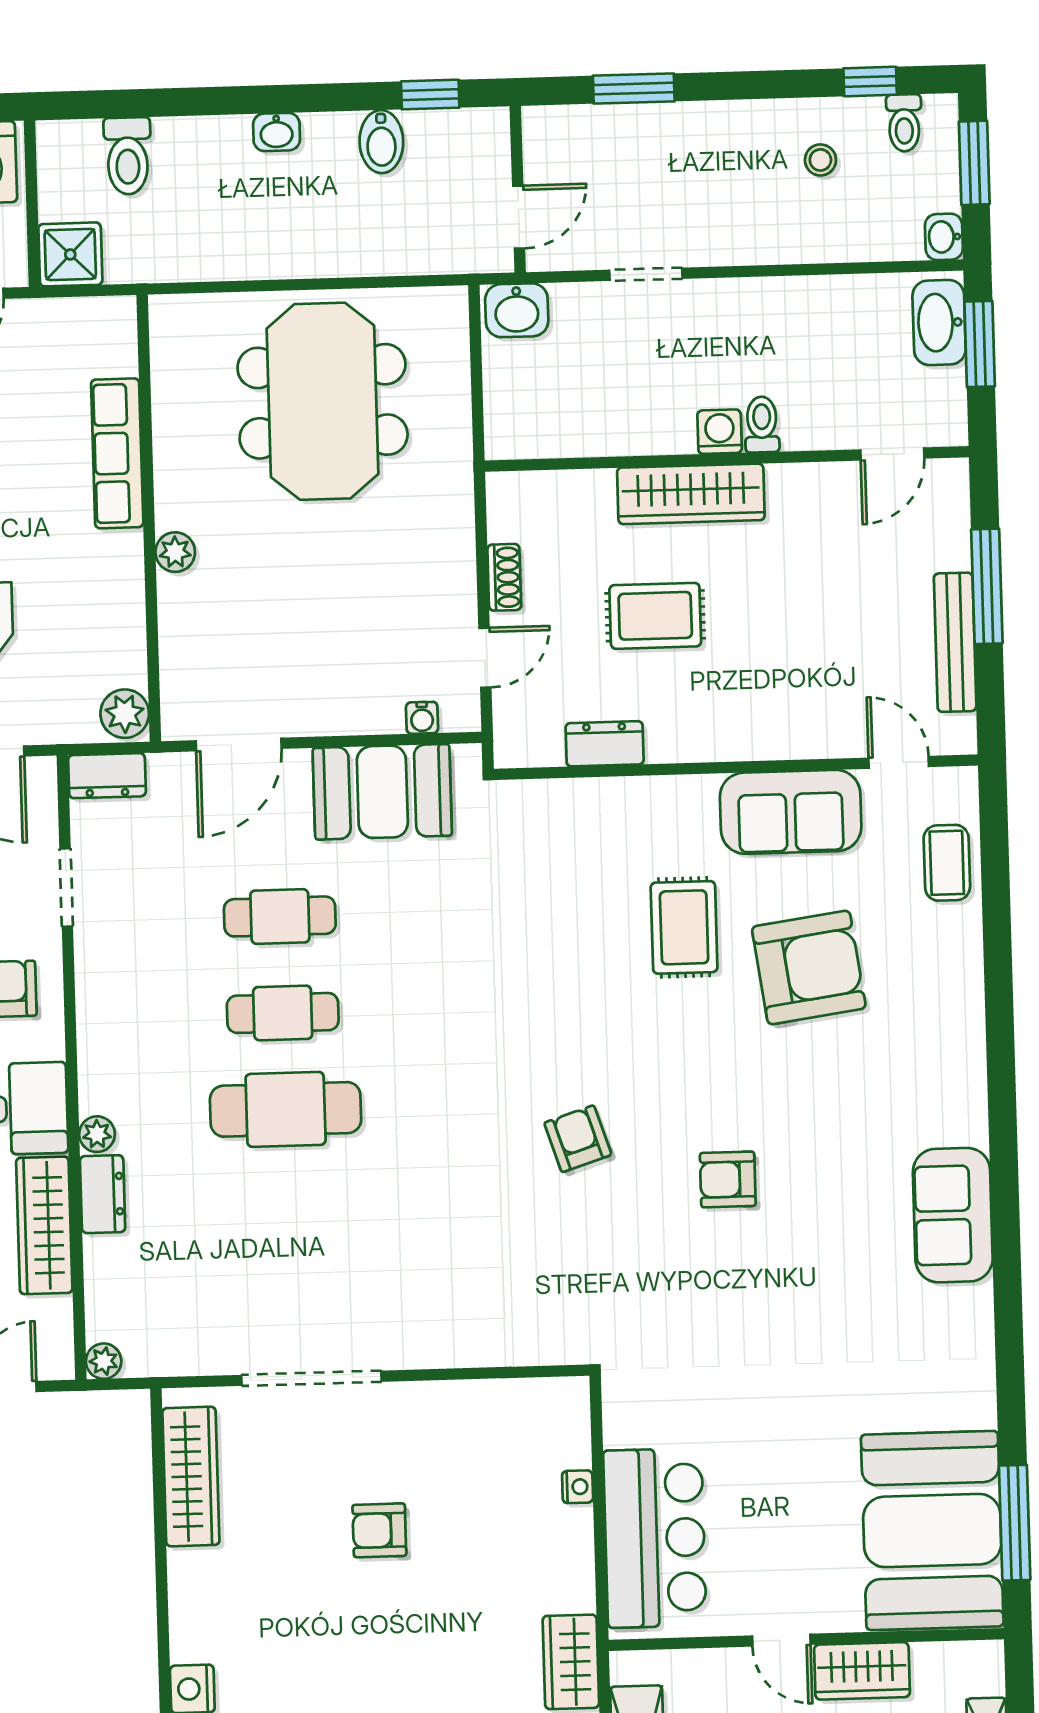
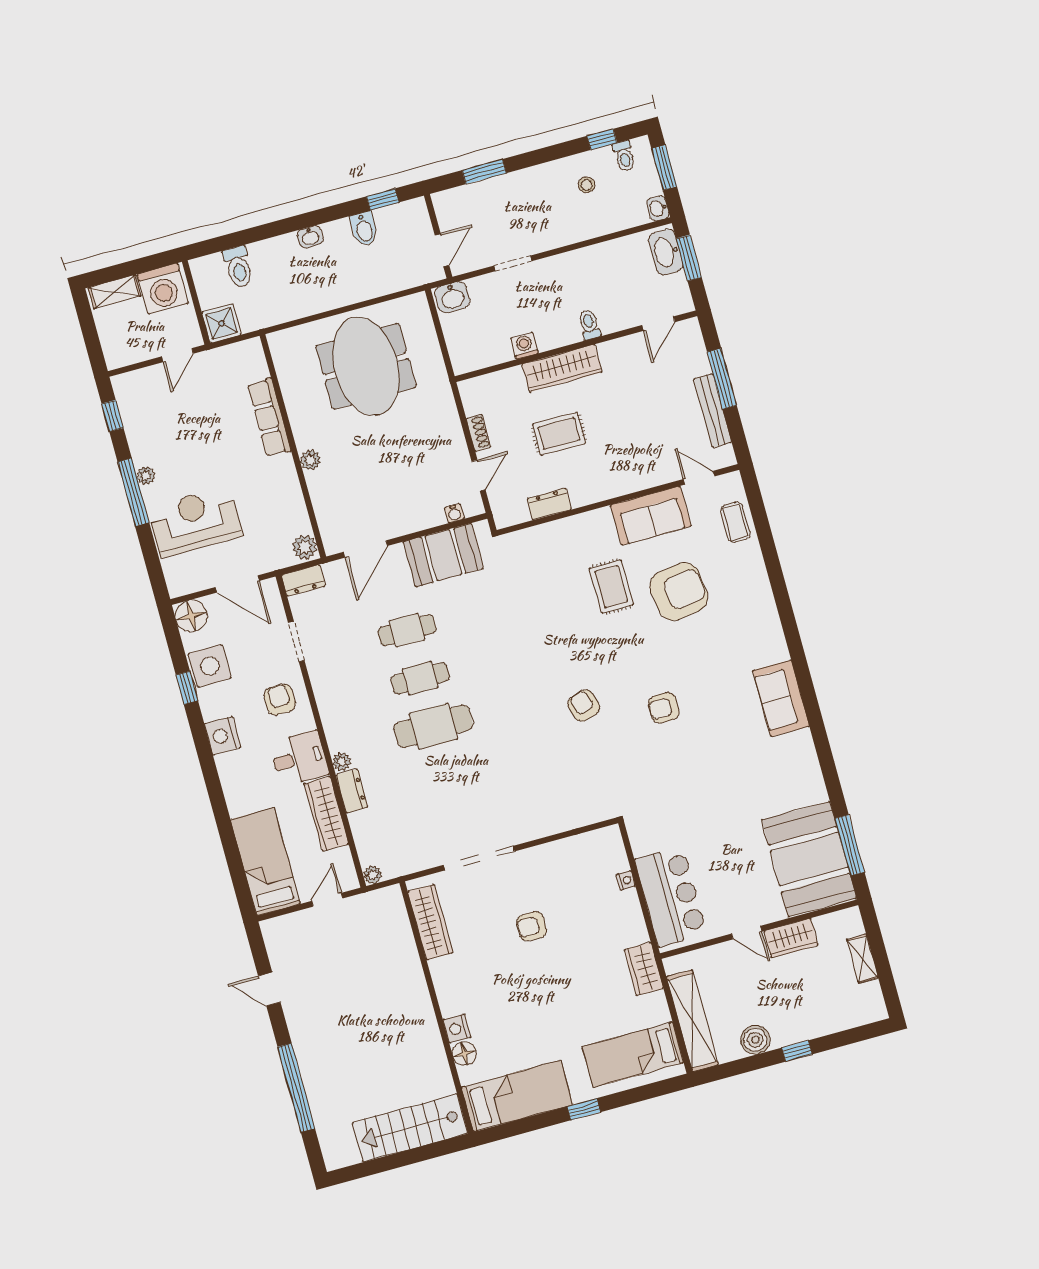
washing machine: (720, 432) -> (525, 346), moved

